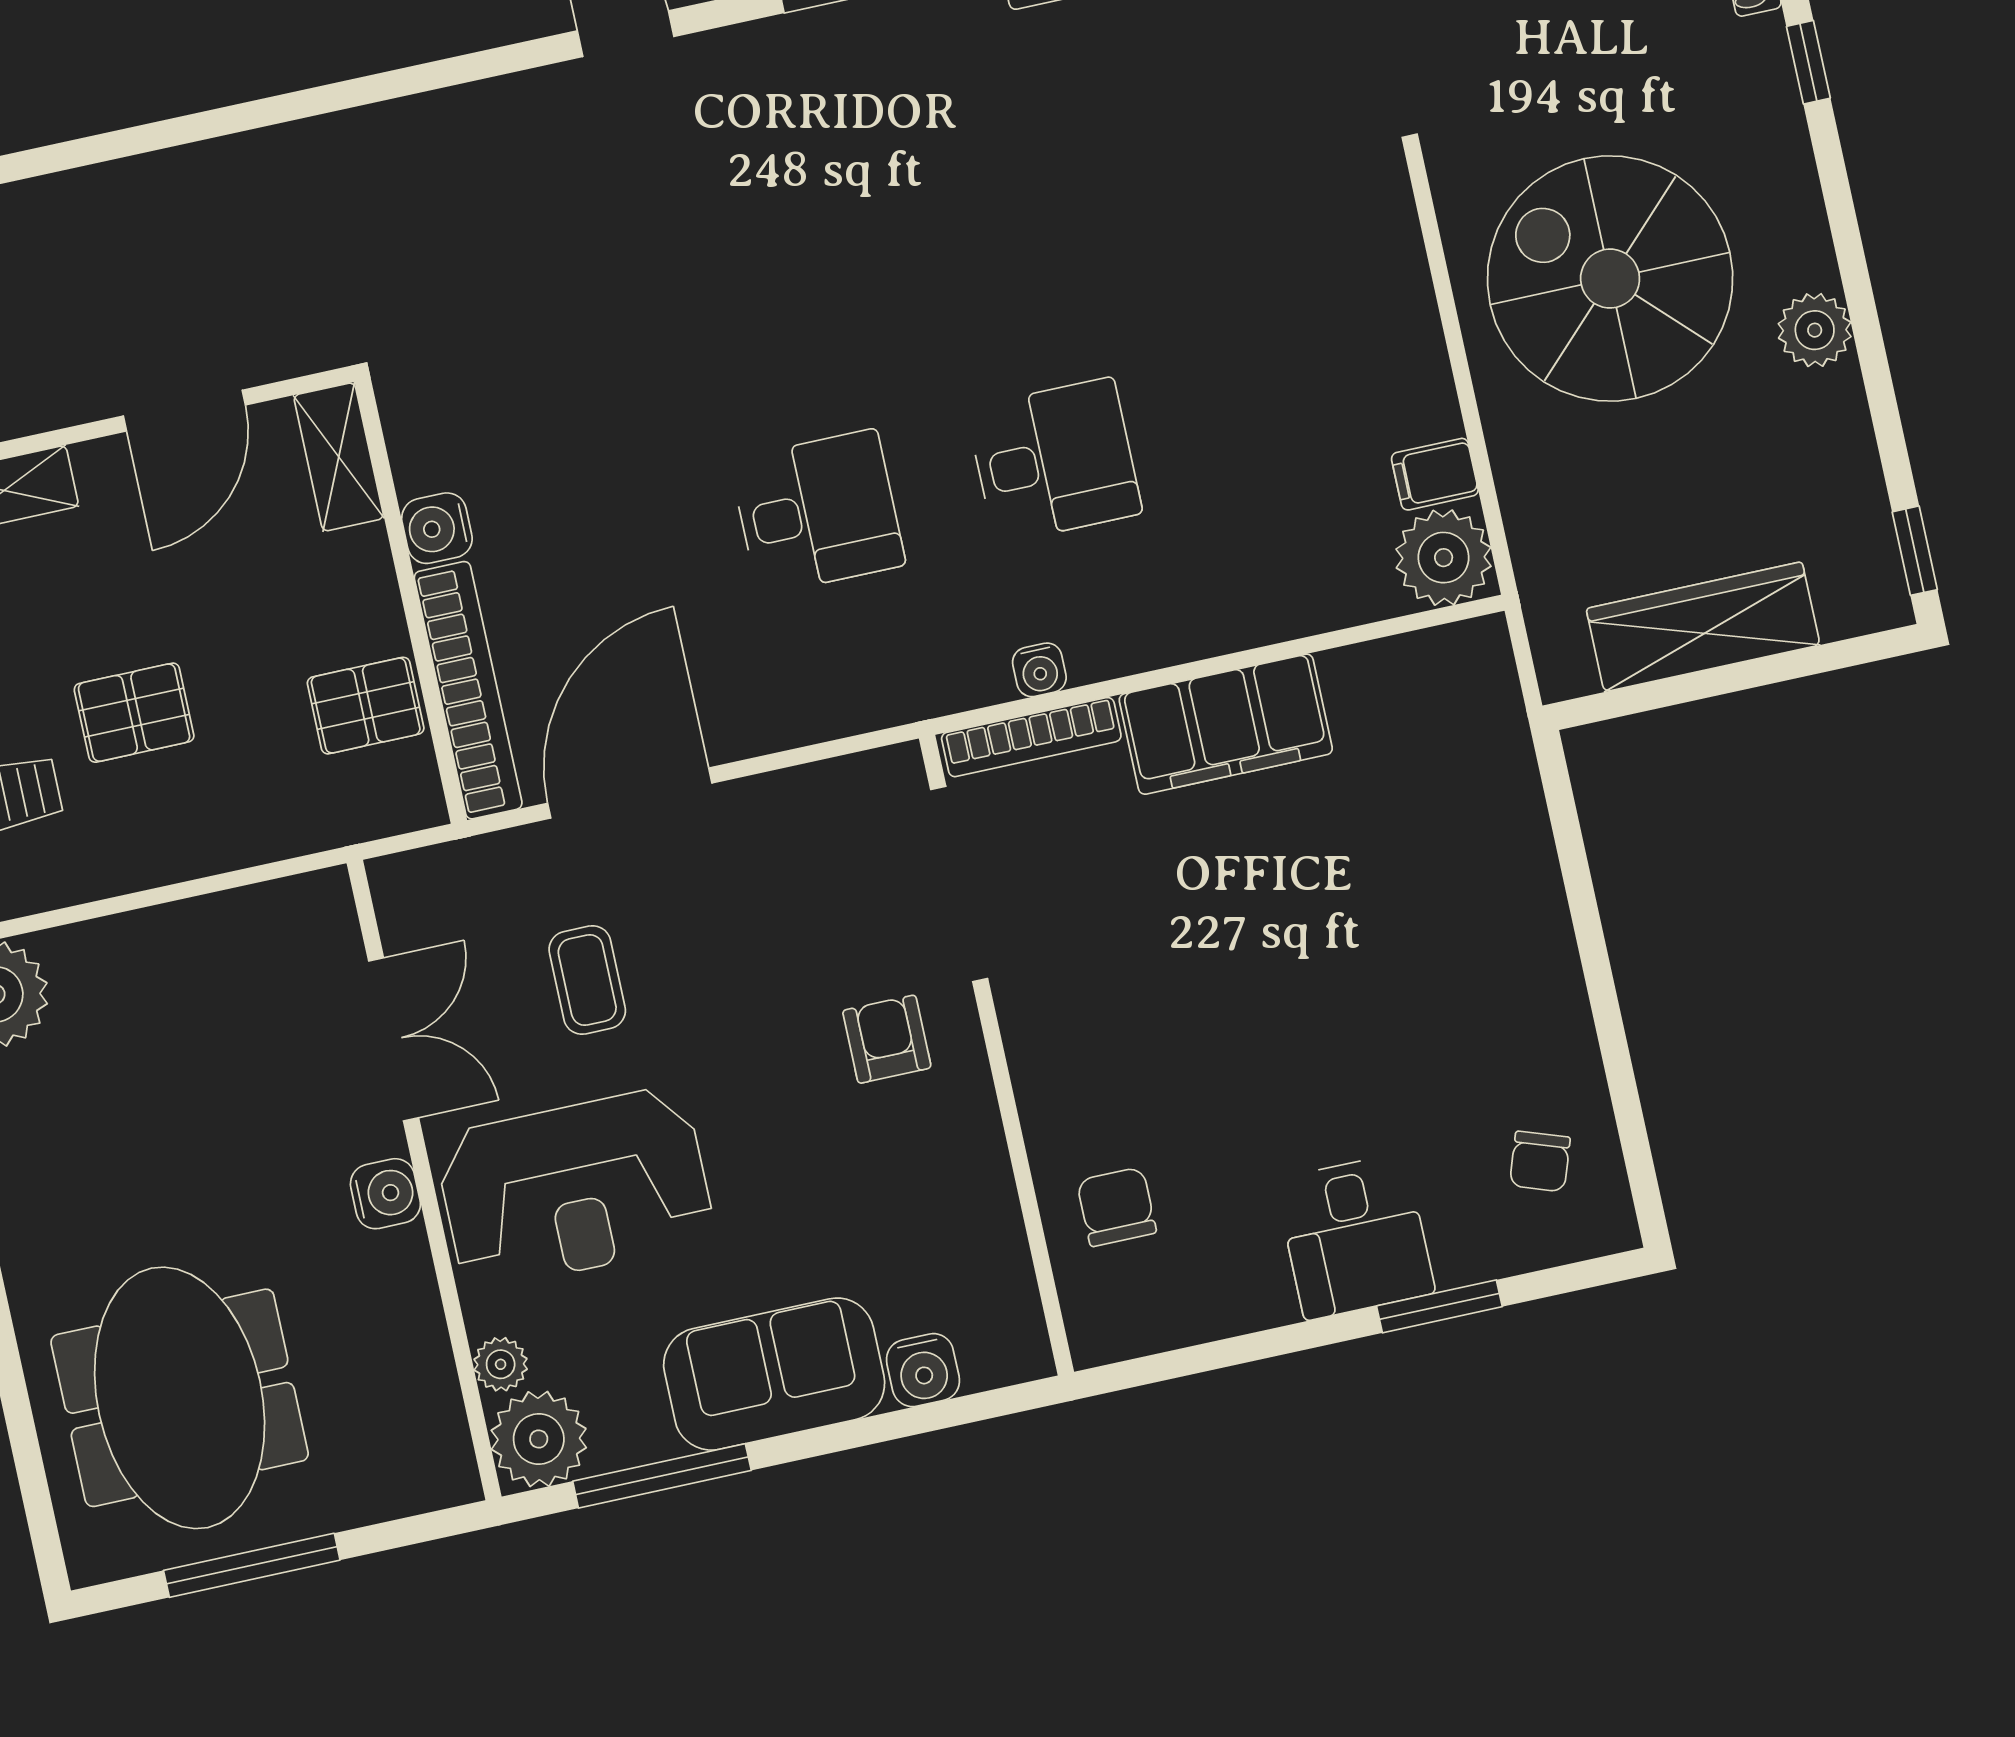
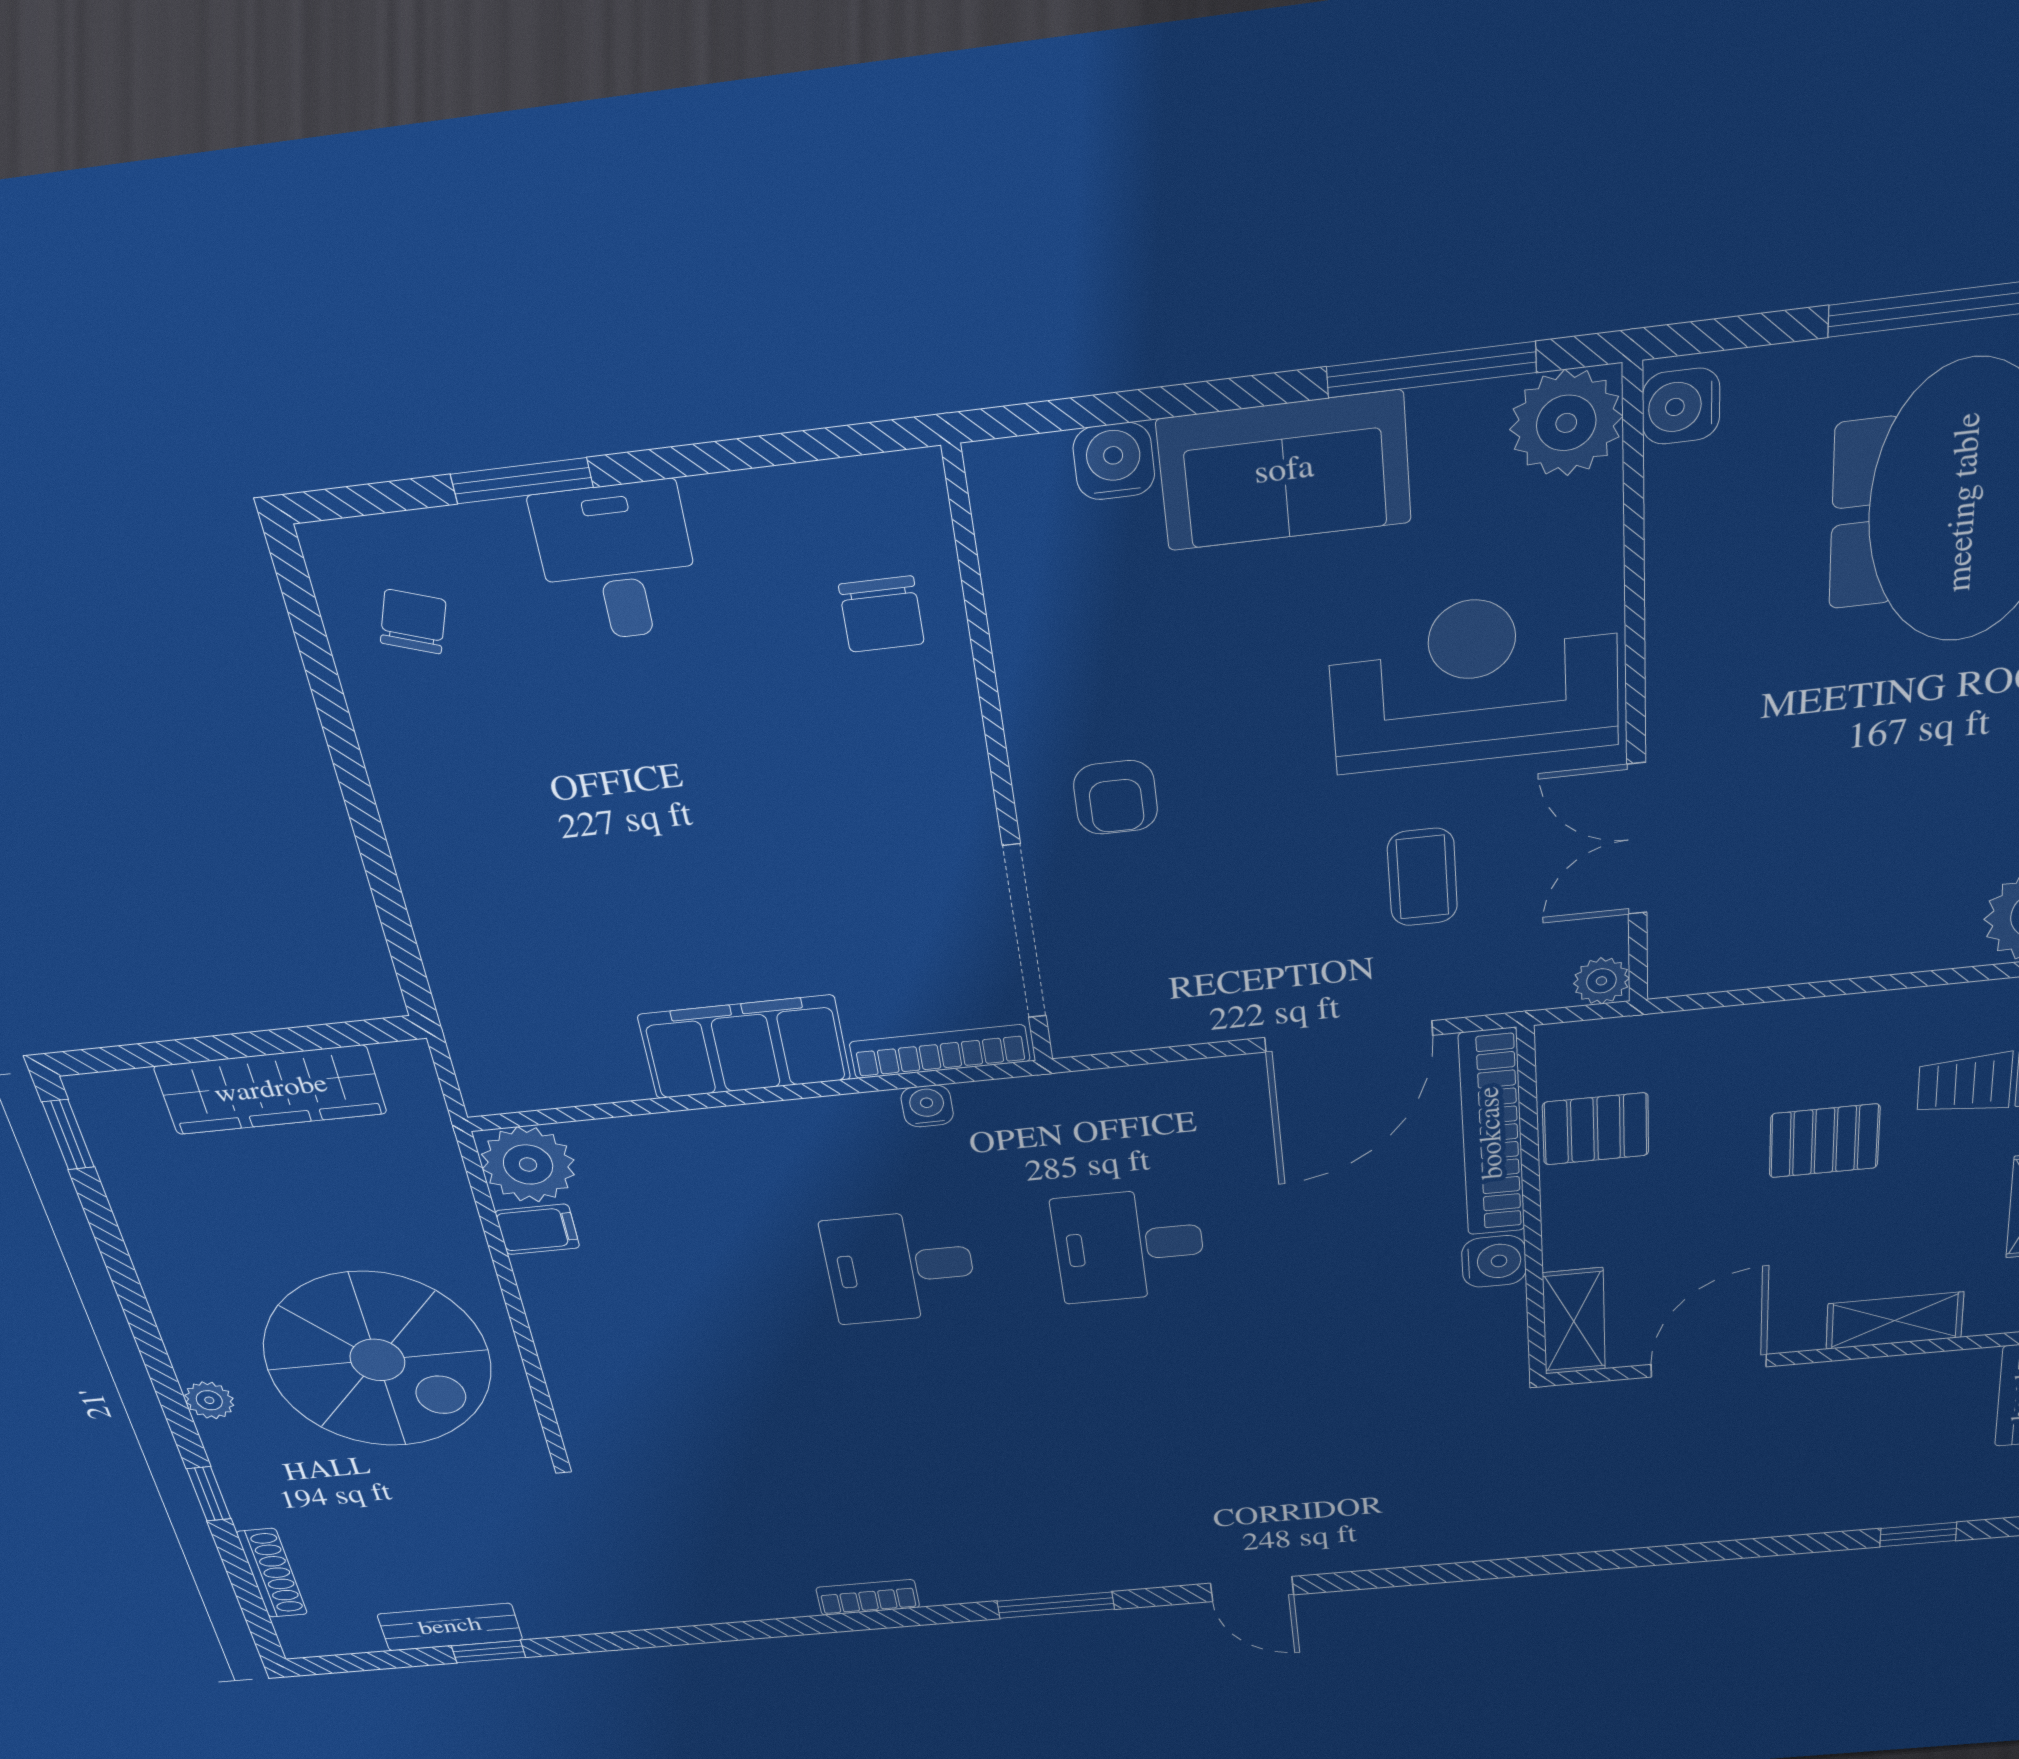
plant: (1815, 330) -> (209, 1400), moved, width x0.73, depth x0.73
water cooler: (385, 1194) -> (1681, 406), moved
plant: (501, 1364) -> (1601, 981), moved

